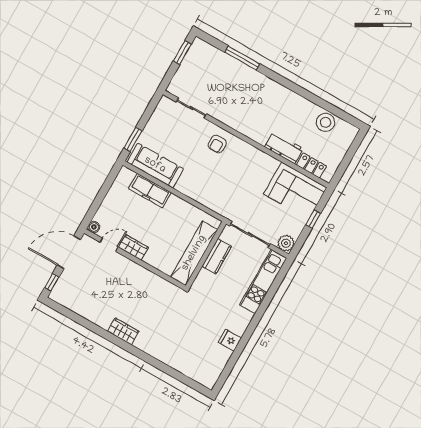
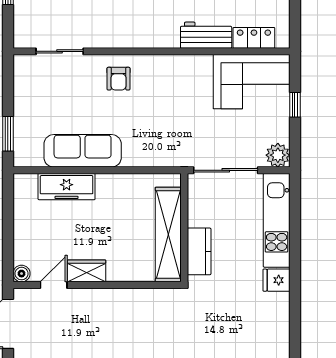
sofa: (155, 165) -> (83, 151), moved
kitchen counter: (217, 256) -> (199, 251), moved
fridge: (230, 340) -> (276, 280), moved

